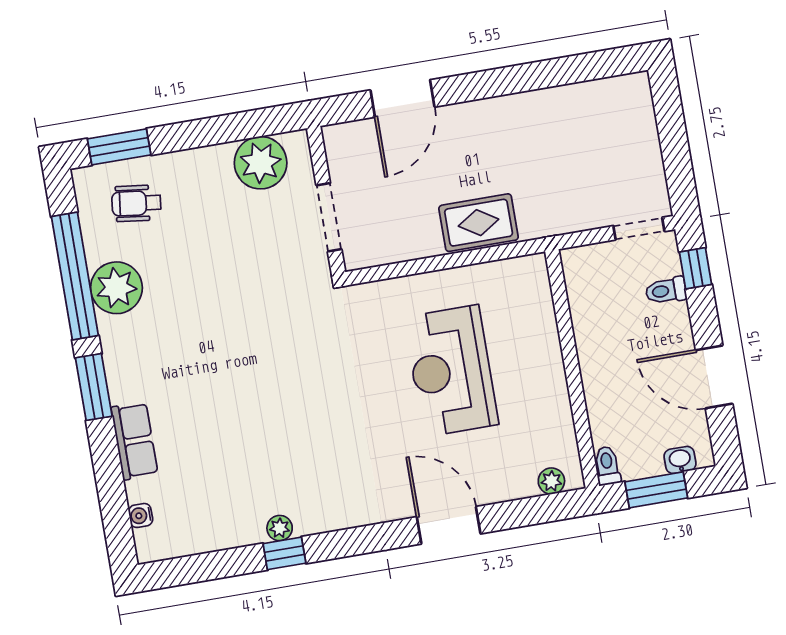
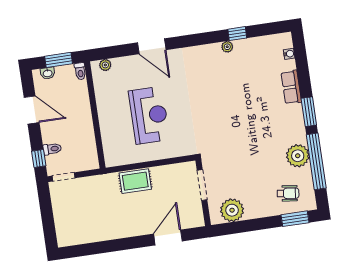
window: (284, 553) -> (237, 34), moved

